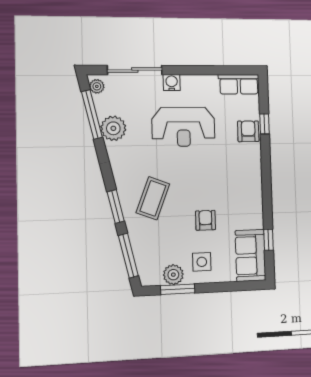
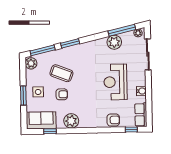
water cooler: (172, 83) -> (141, 91), moved
window: (264, 124) -> (131, 129), moved
coffee table: (153, 198) -> (61, 73), moved
plant: (251, 203) -> (71, 121), added
plant: (173, 275) -> (31, 63), moved
window: (178, 289) -> (23, 95), moved

